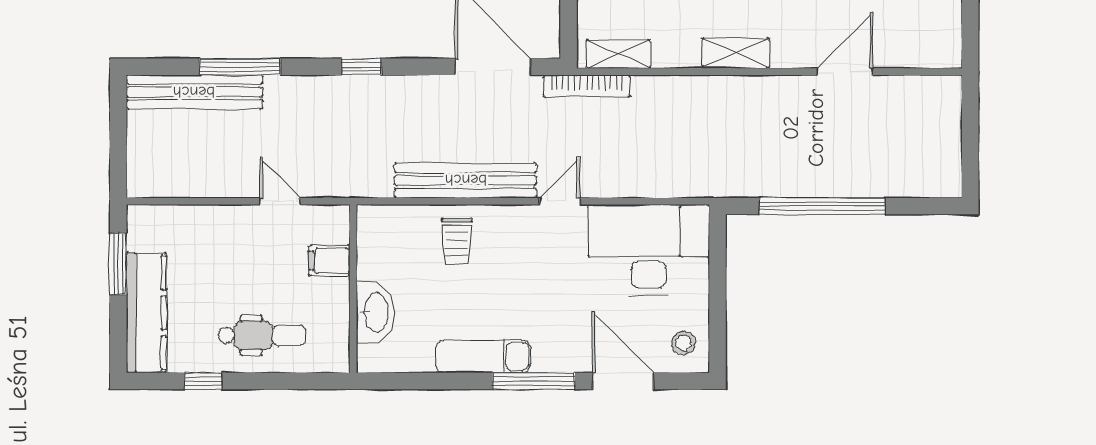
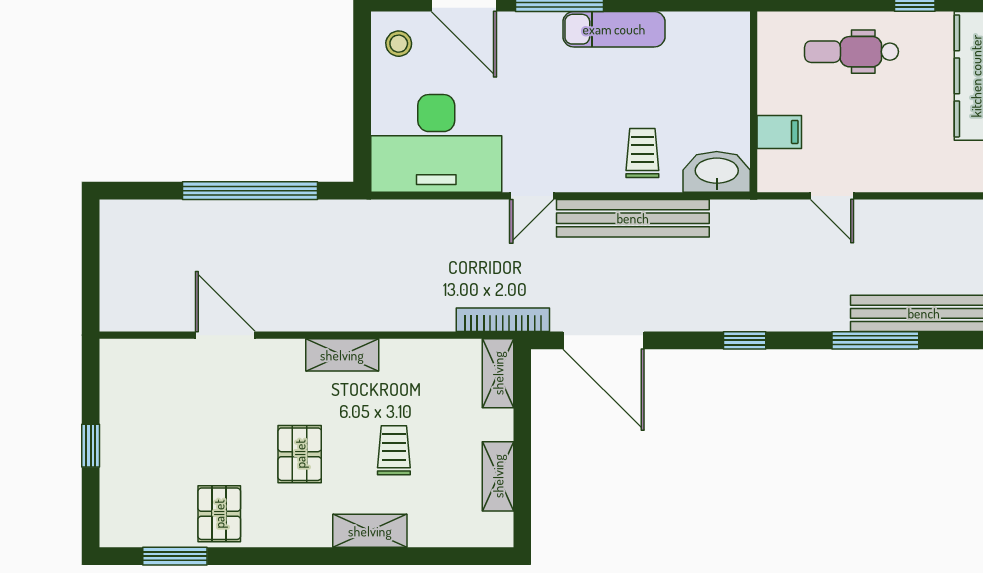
shelving: (618, 54) -> (498, 373), moved, turned 90
door: (845, 72) -> (225, 335), swing flipped
washbasin: (375, 312) -> (717, 172), moved, turned 90

